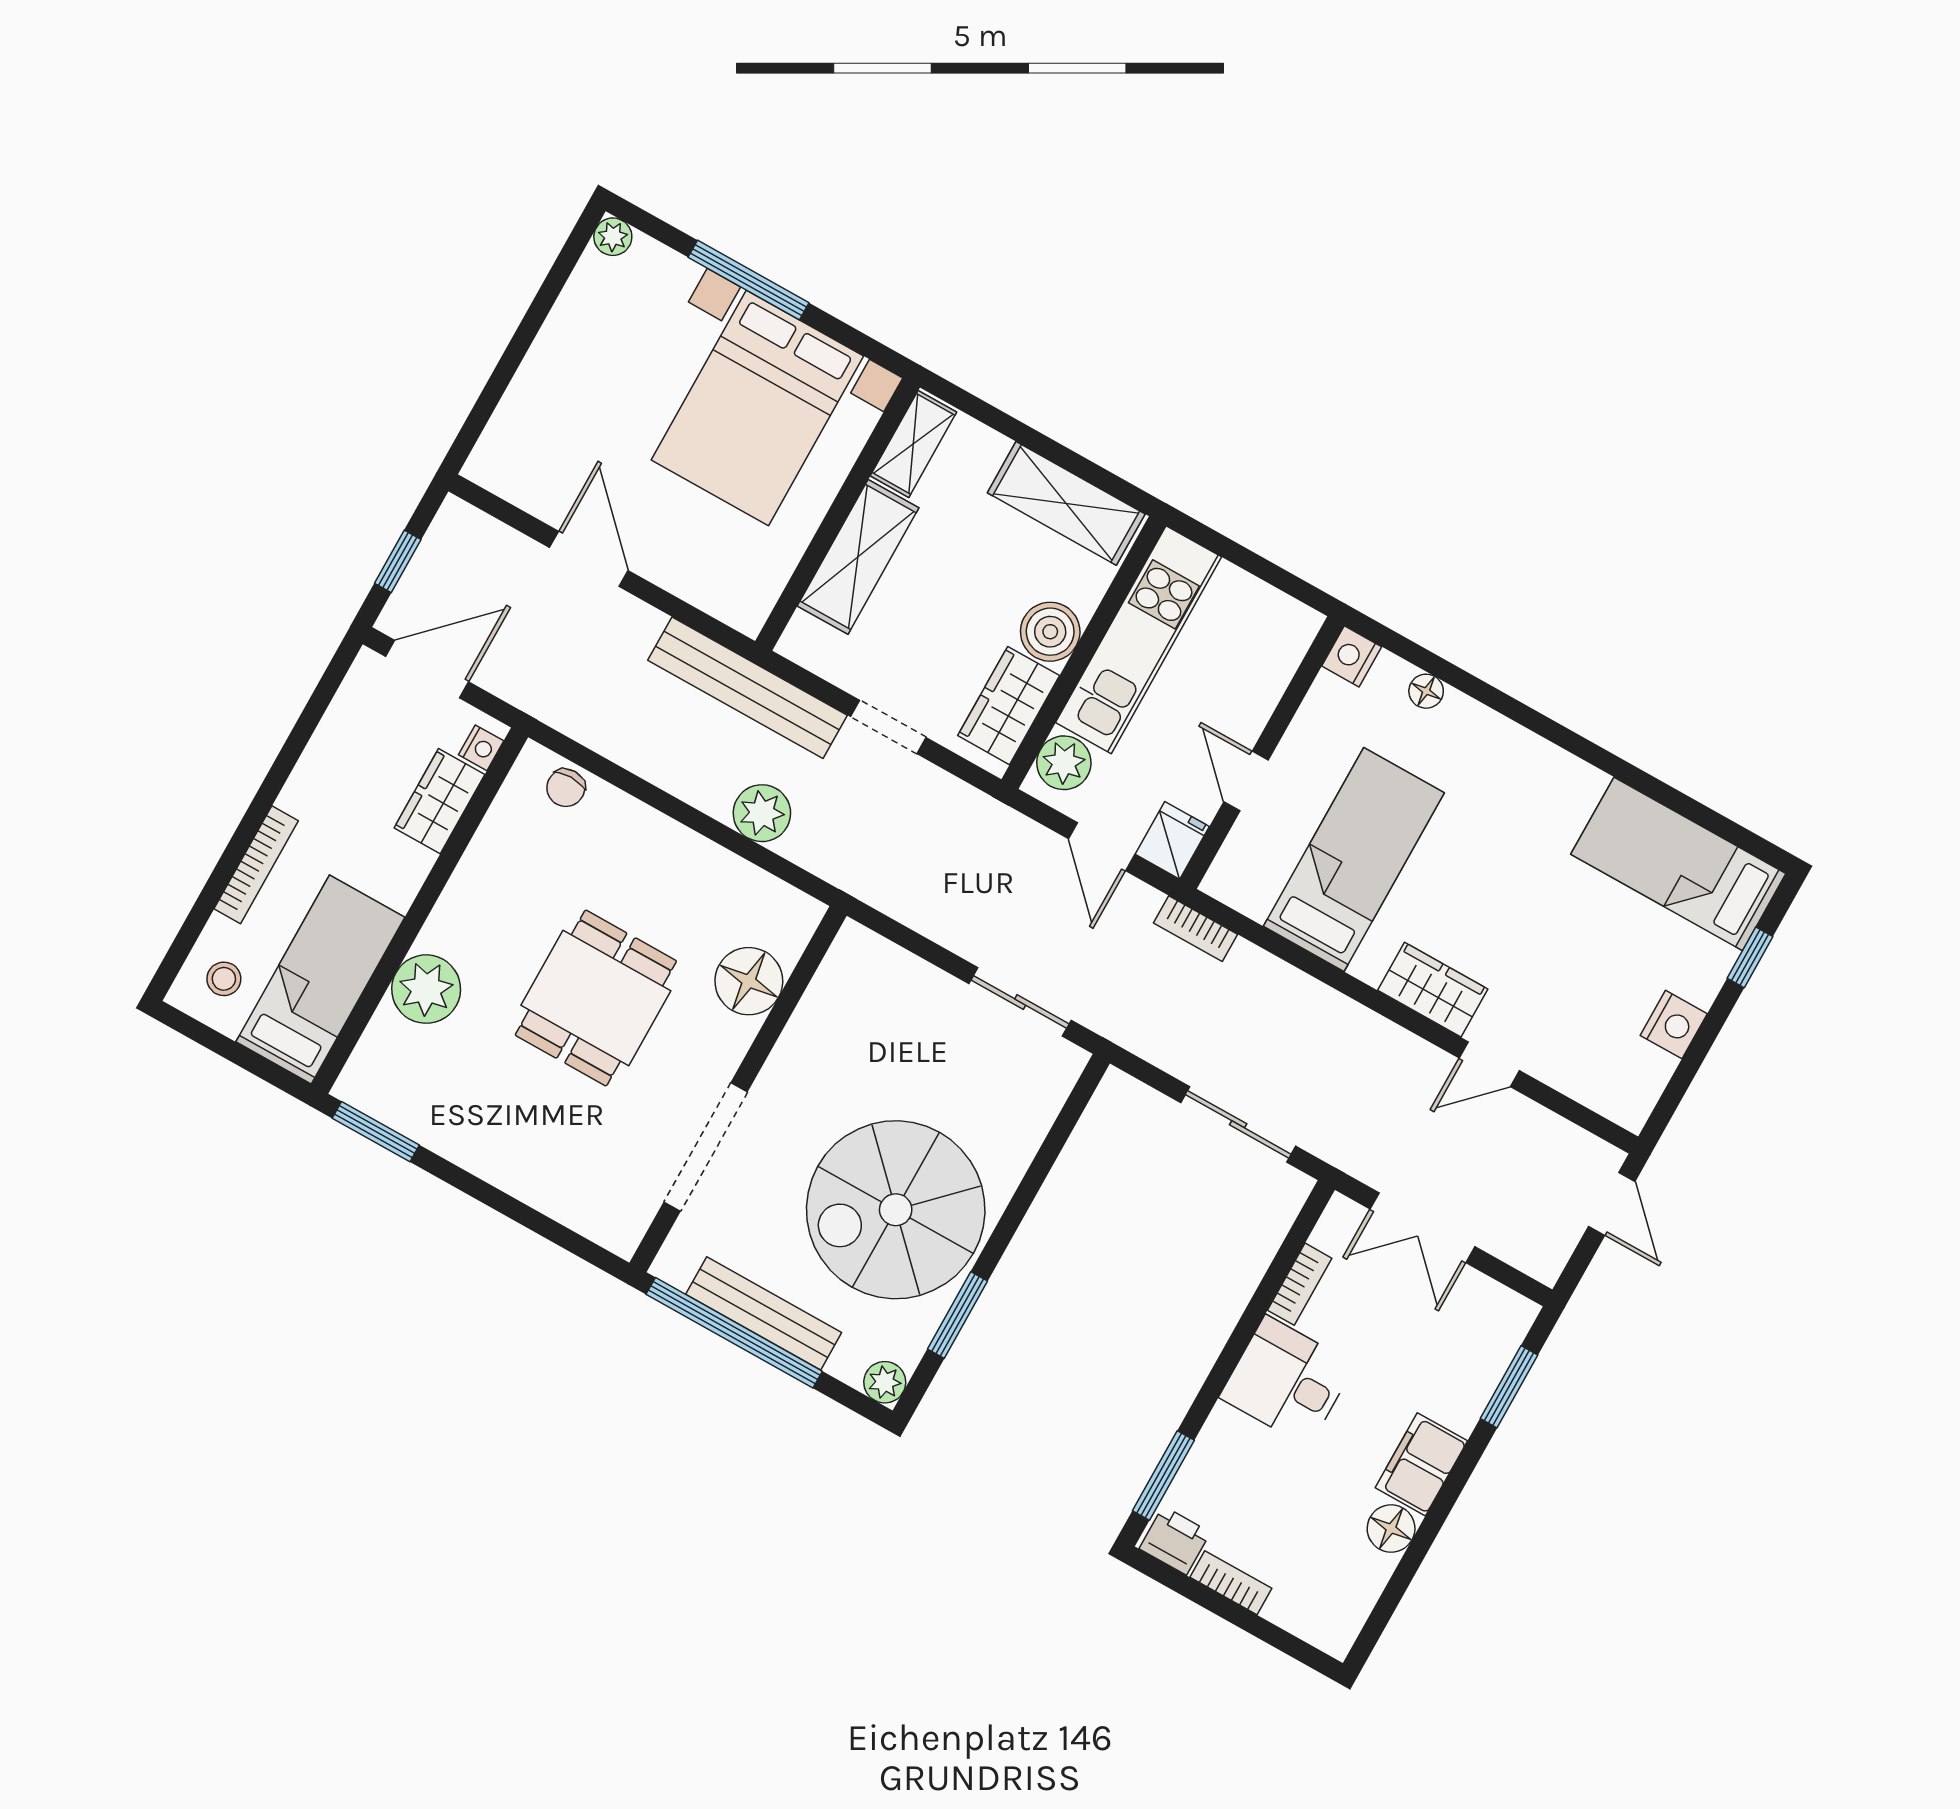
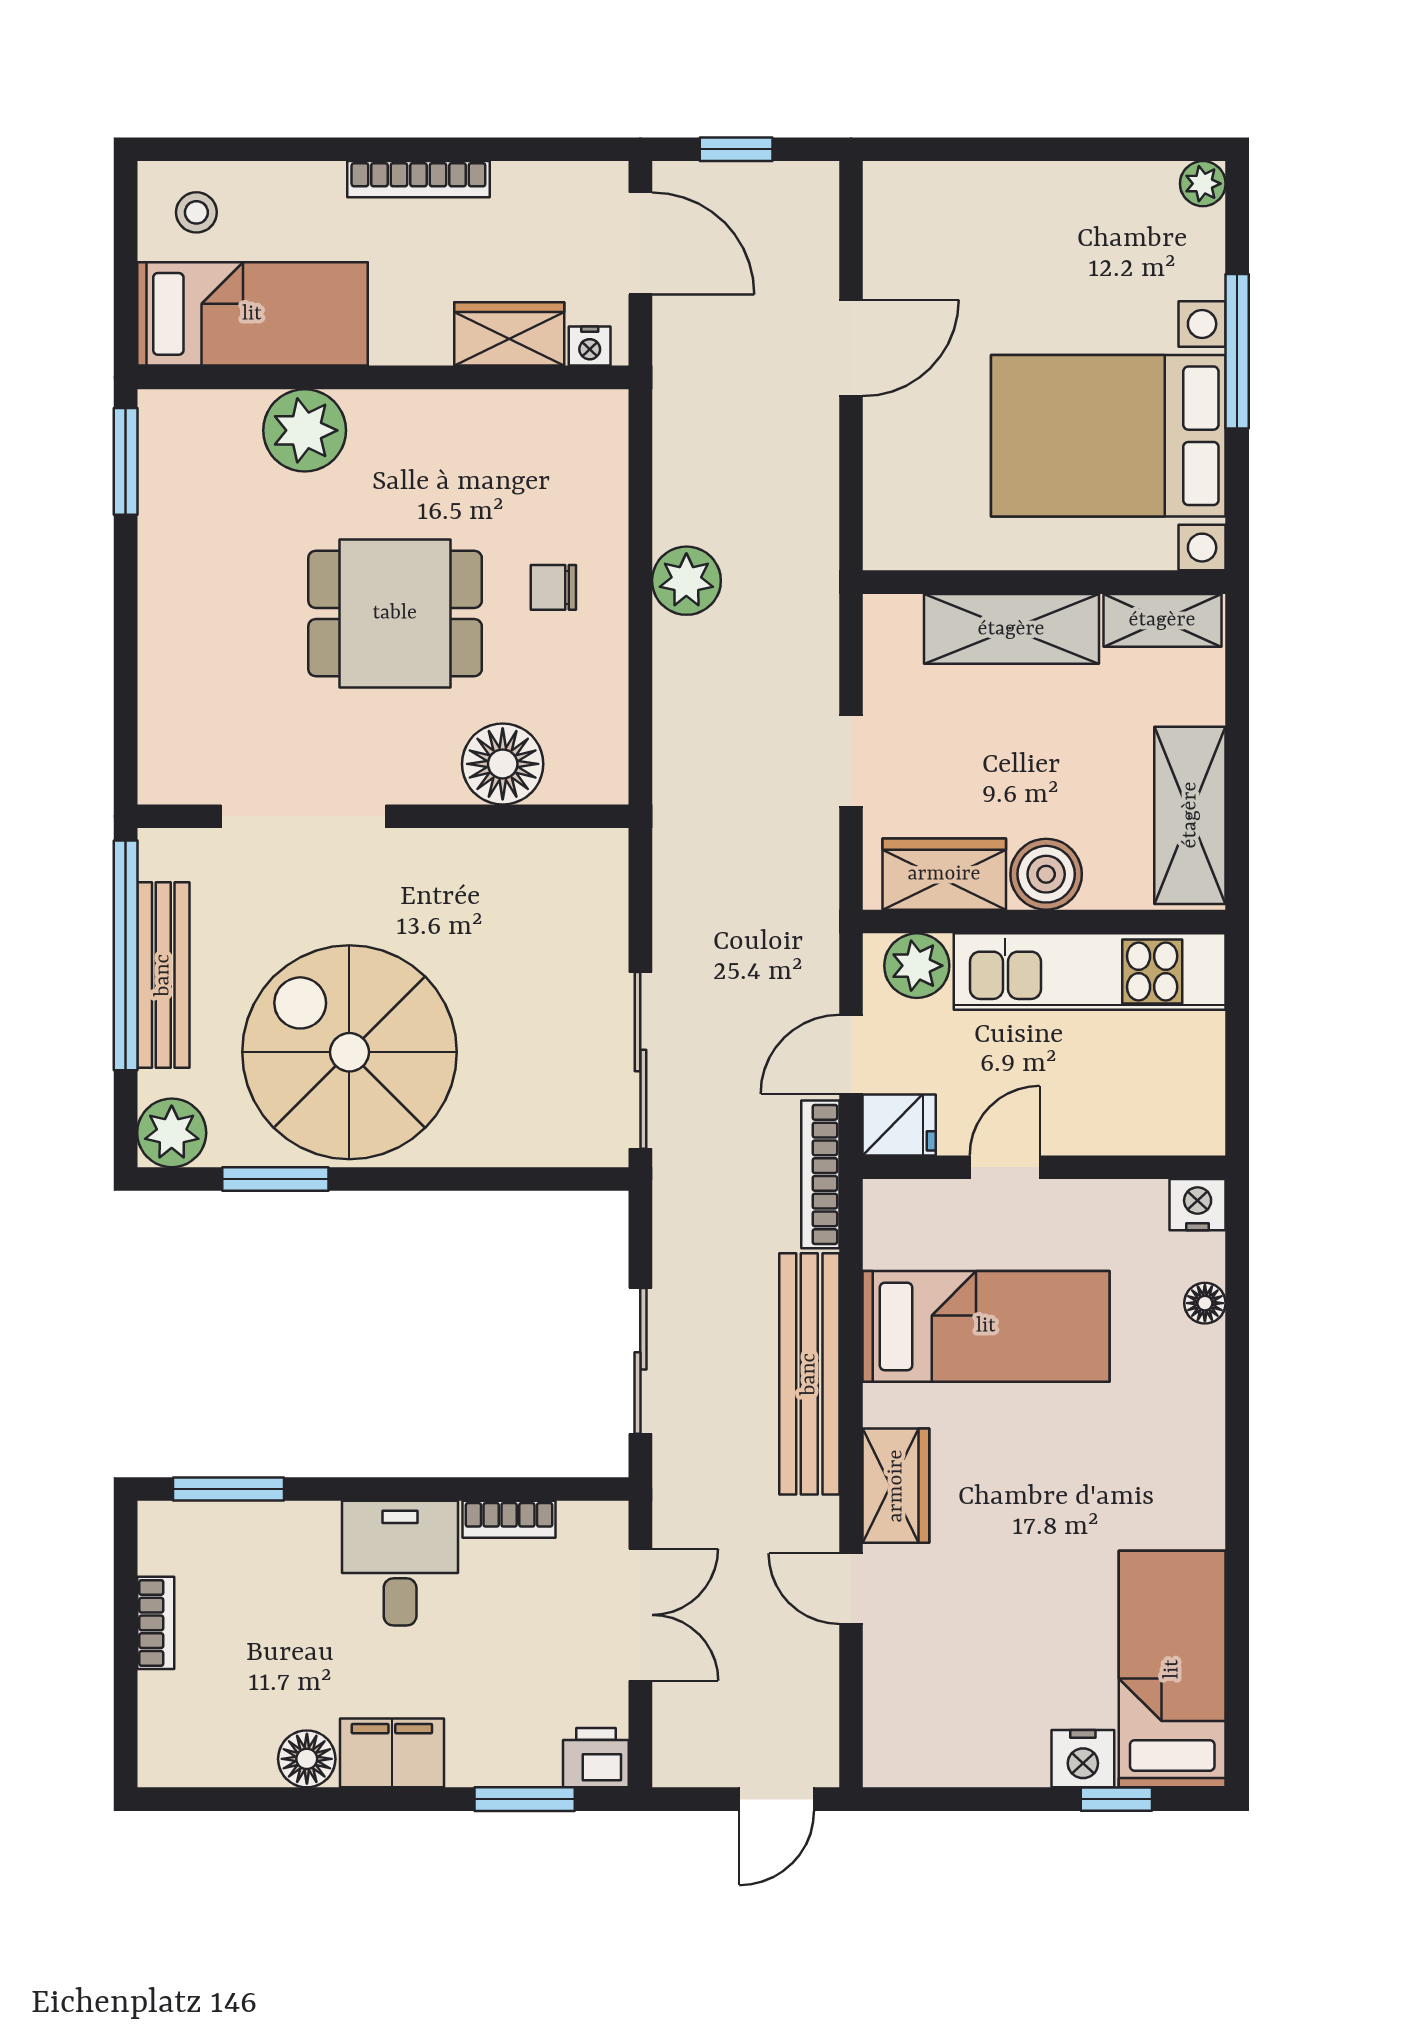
bench: (747, 688) -> (809, 1374), moved
chair: (566, 788) -> (553, 587), moved
plant: (762, 813) -> (686, 581), moved
bookcase: (256, 865) -> (418, 179), moved
bookcase: (1196, 929) -> (820, 1174), width x1.56
sliding door: (1020, 1002) -> (640, 1060), width x1.37
nightstand: (1674, 1025) -> (1083, 1759), moved
double door: (1422, 1228) -> (640, 1615), swing flipped
plant: (885, 1382) -> (172, 1133), width x1.38, depth x1.38
printer: (1175, 1540) -> (596, 1758), moved, turned -90

